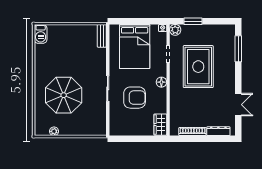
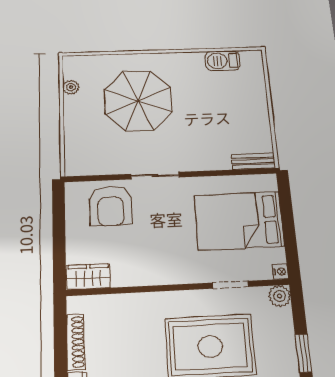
window: (193, 21) -> (303, 353), moved
barbecue: (41, 34) -> (223, 61), moved
floor lamp: (161, 82) -> (174, 275), removed
armchair: (135, 98) -> (111, 206), moved

